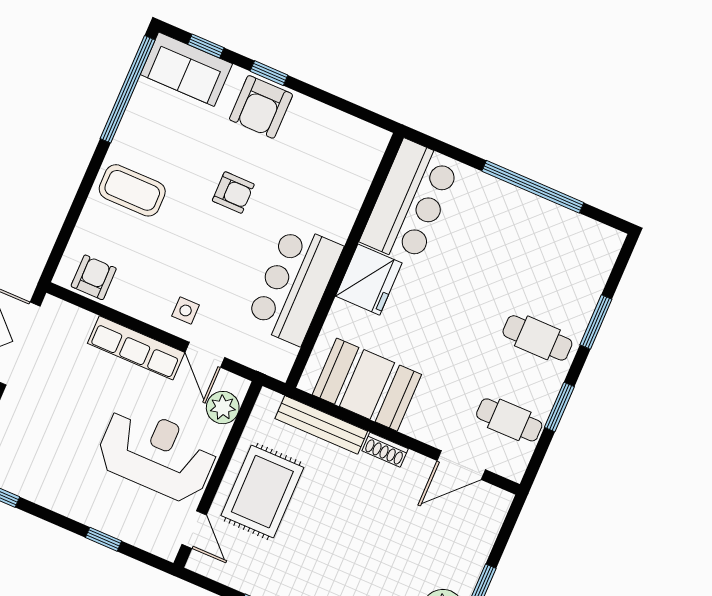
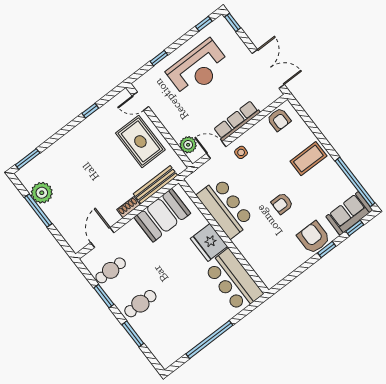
reception desk: (157, 454) -> (198, 69), moved

